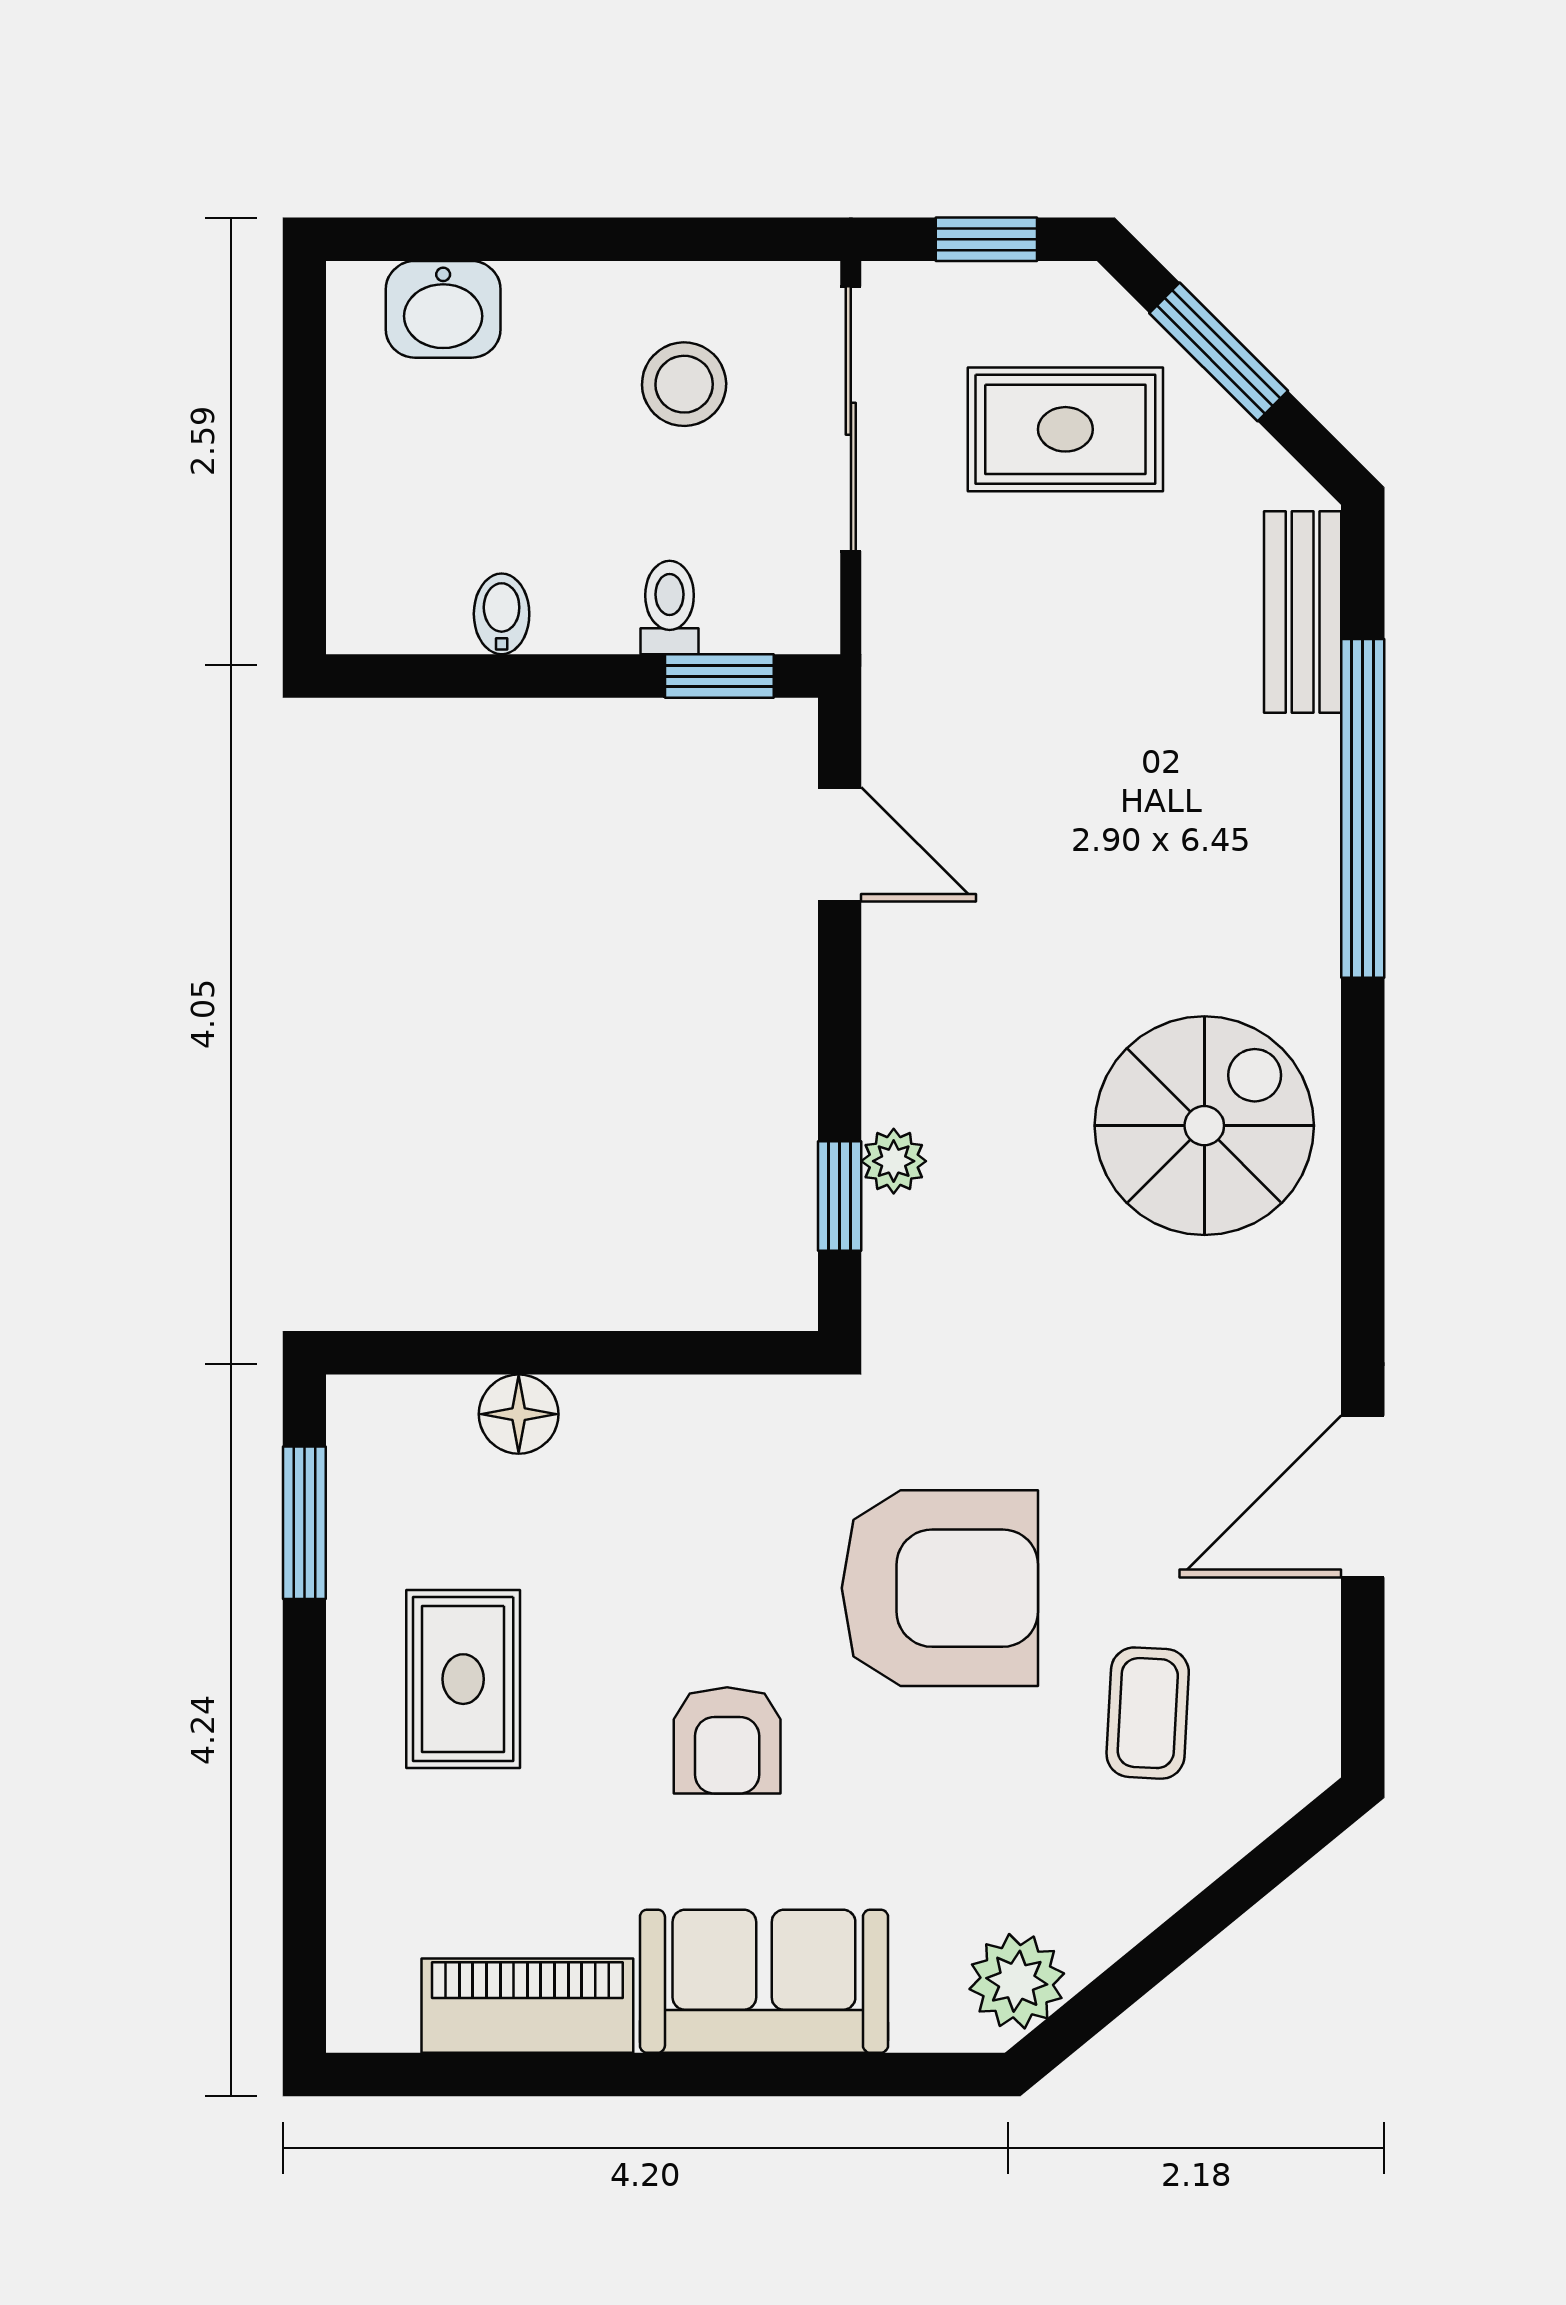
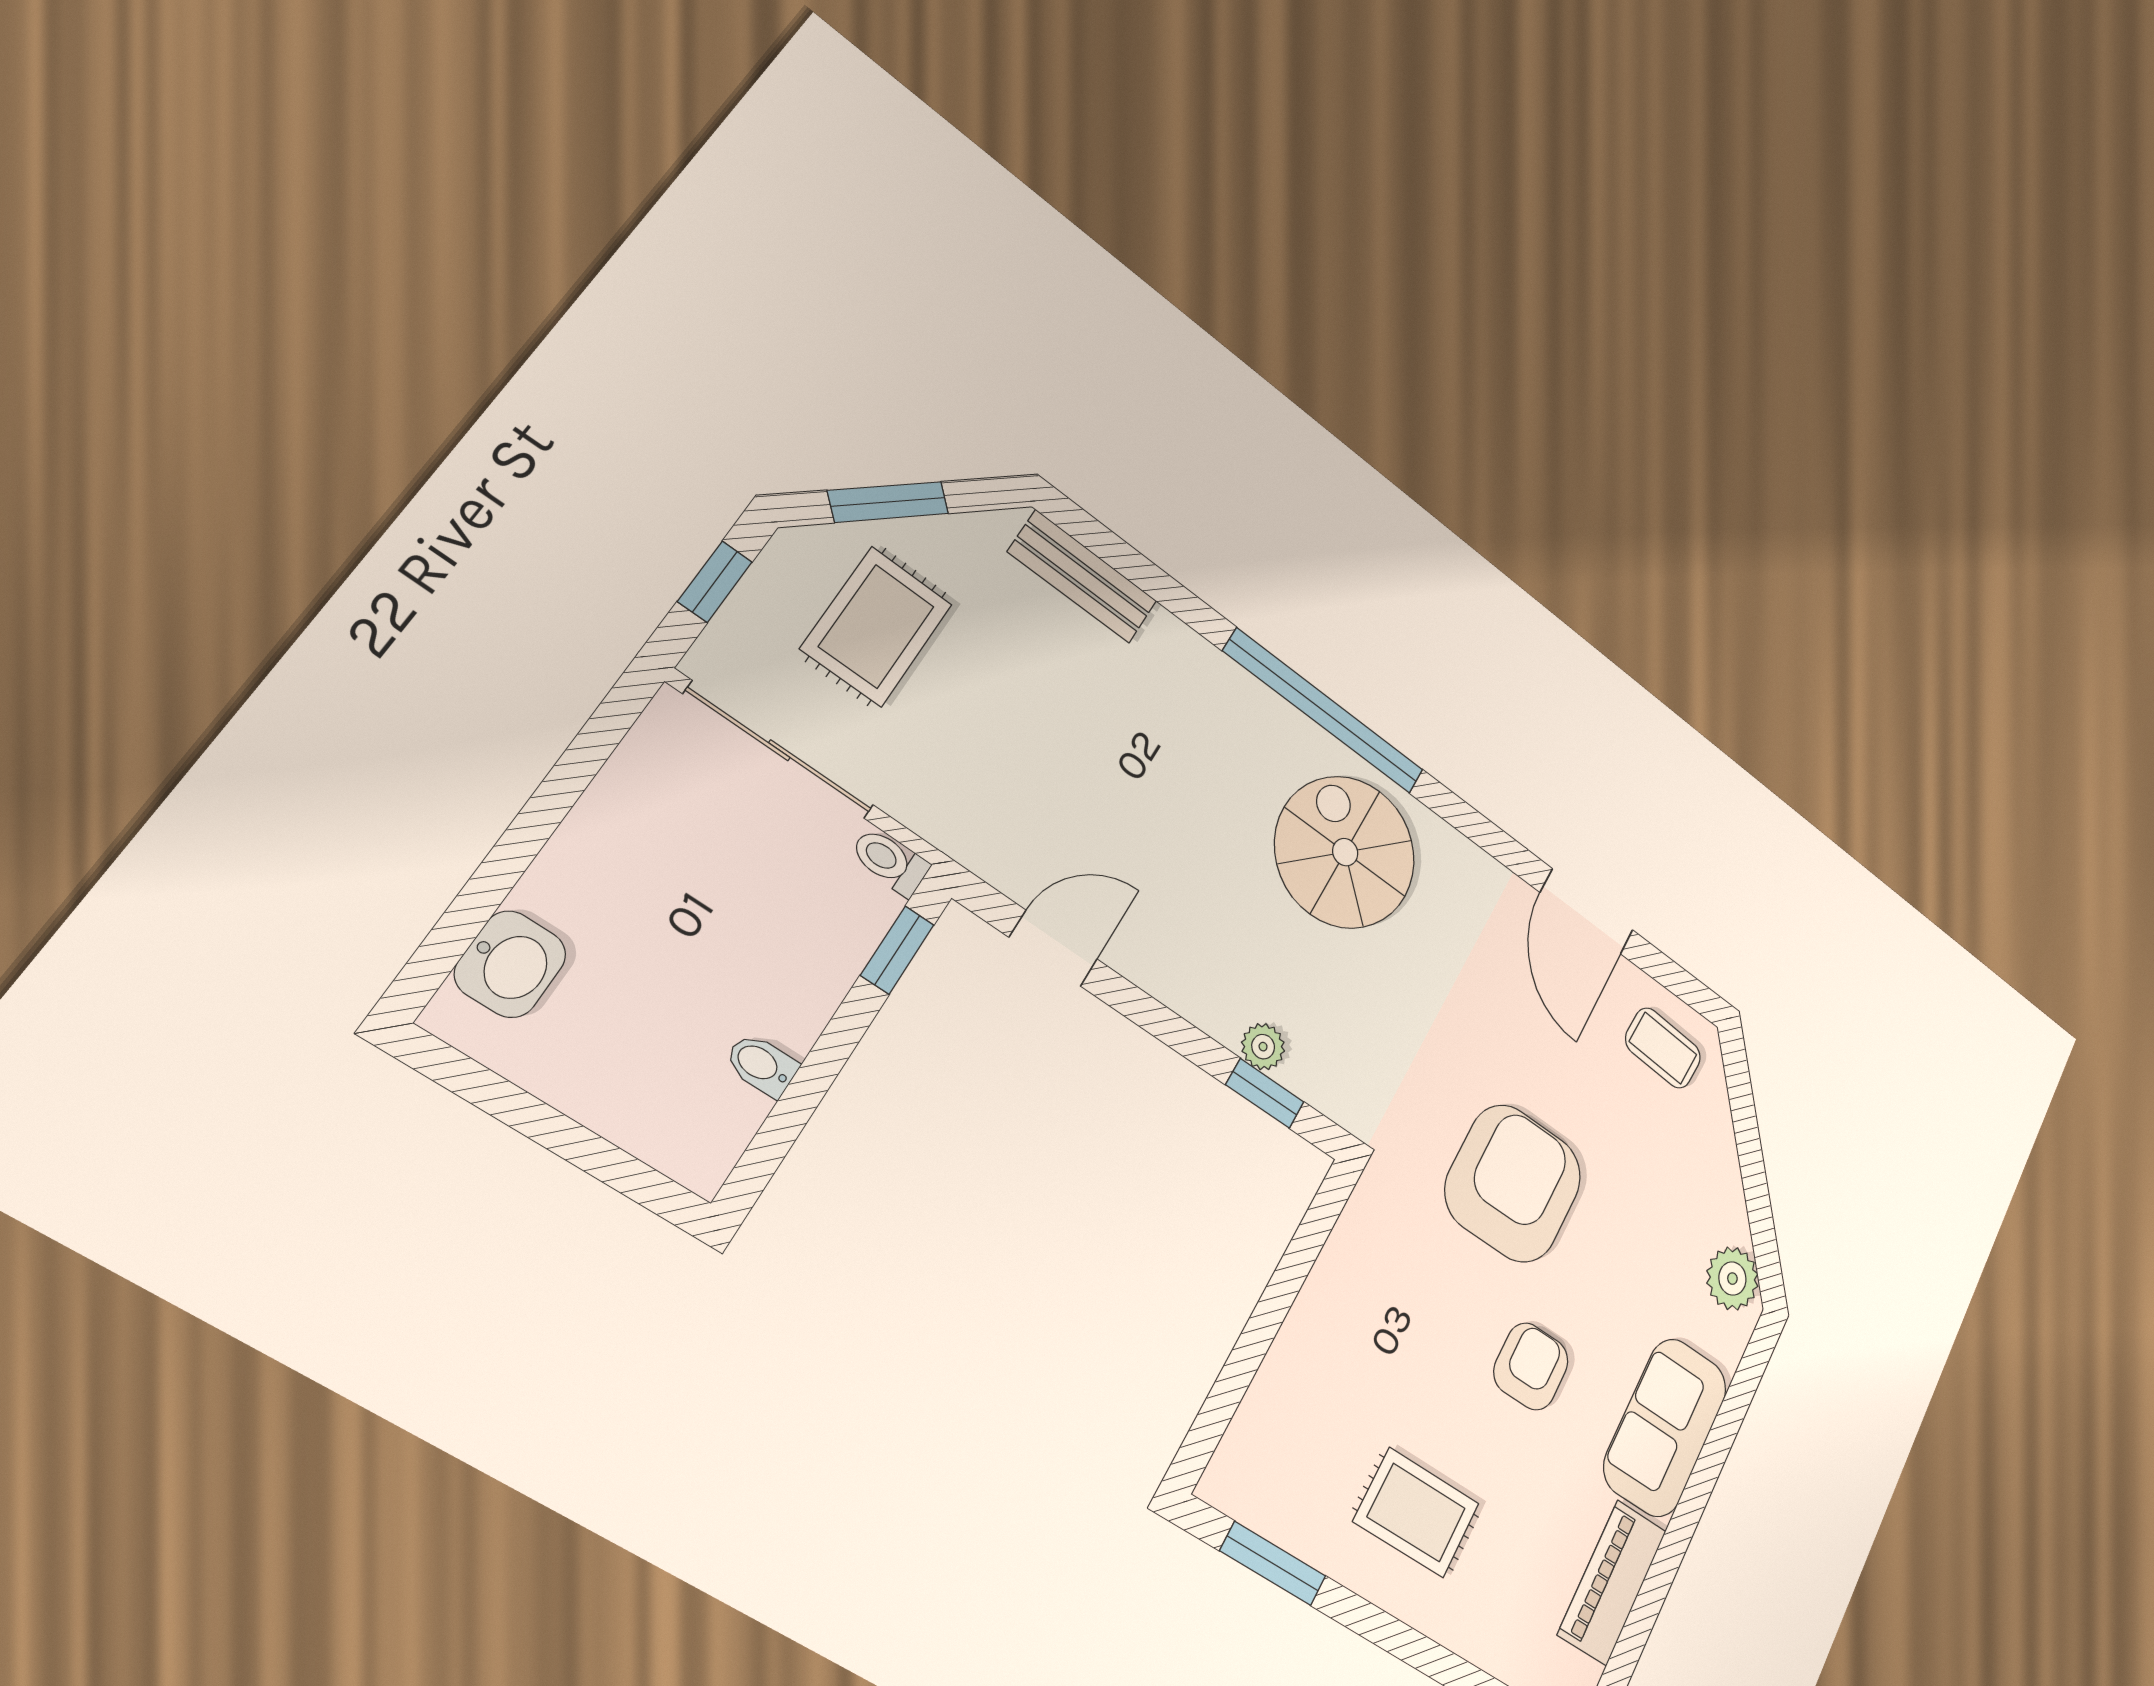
stool: (684, 384) -> (681, 839), removed
toilet: (670, 608) -> (890, 861), moved
window: (1363, 808) -> (1324, 711), moved
floor lamp: (519, 1414) -> (1283, 1380), removed
coffee table: (1148, 1713) -> (1663, 1048), moved
armchair: (727, 1740) -> (1531, 1366), turned -90

